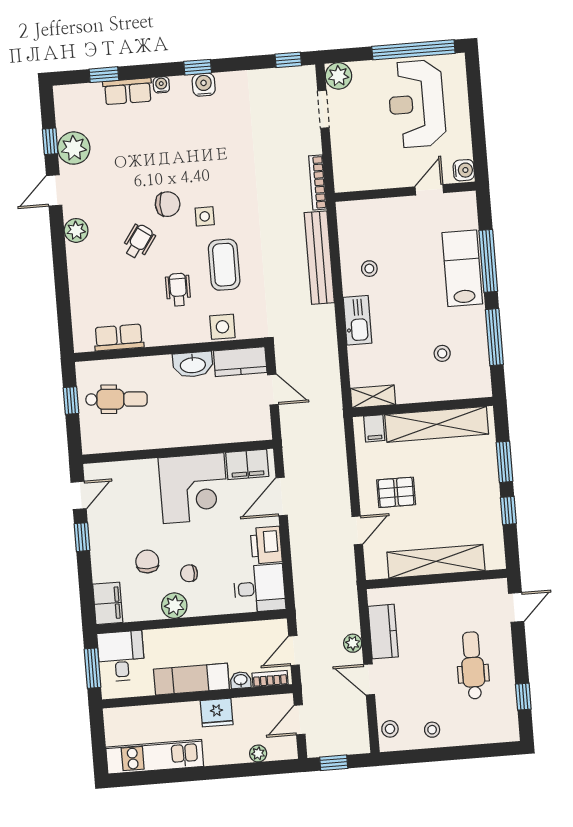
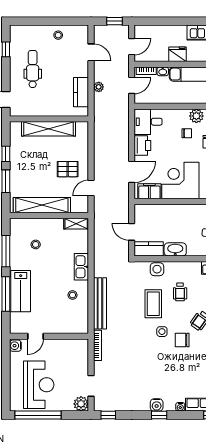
filing cabinet: (374, 428) -> (77, 206), removed
door: (357, 530) -> (91, 188), moved
dental chair: (473, 665) -> (33, 69), turned 180
door: (369, 679) -> (91, 52), moved
stool: (390, 729) -> (82, 37), removed
plant: (258, 754) -> (156, 30), removed

